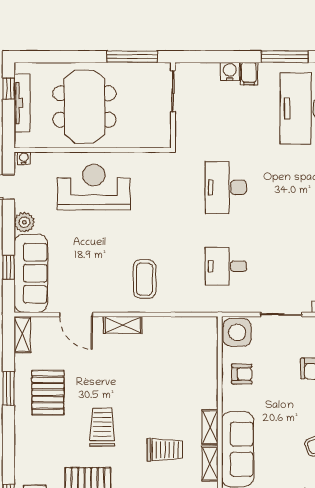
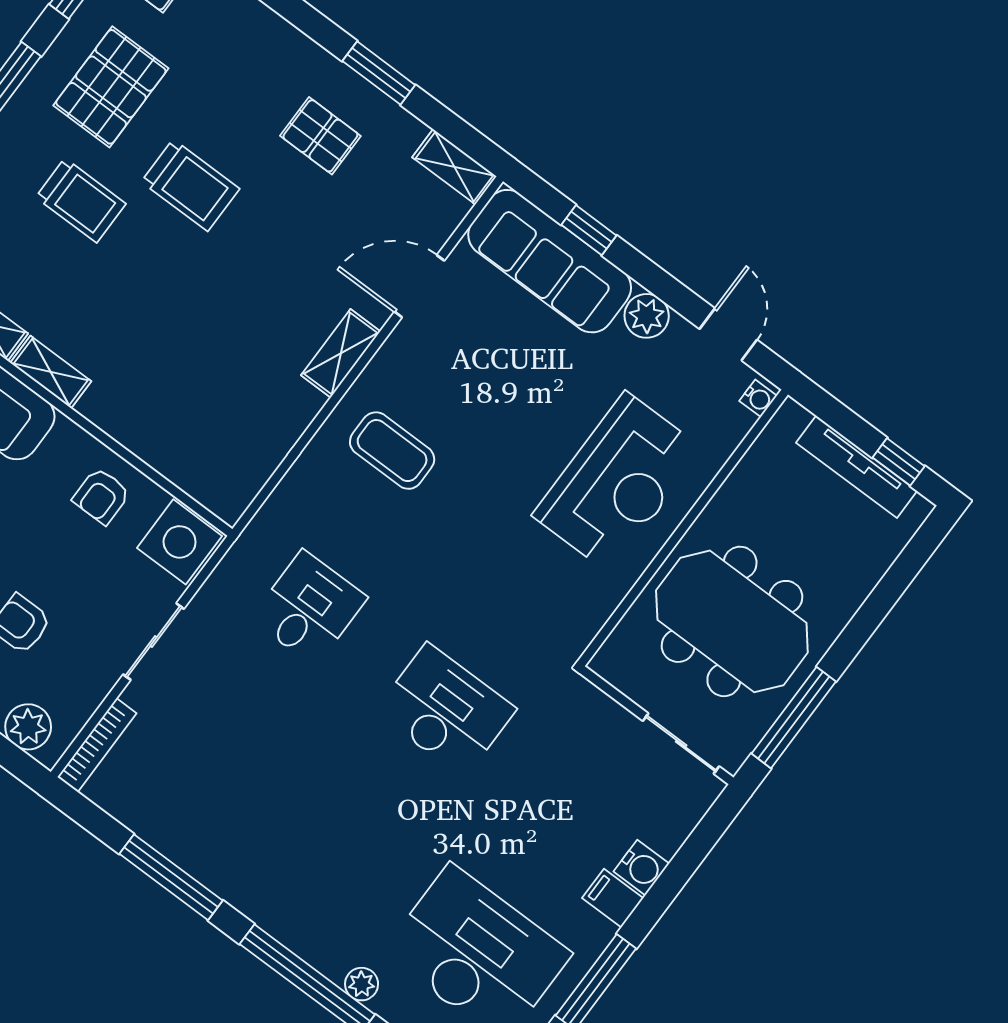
meeting table: (84, 107) -> (732, 621), moved
pallet: (48, 393) -> (320, 136), width x0.67, depth x0.71
trolley: (165, 450) -> (81, 200), moved, turned -90

